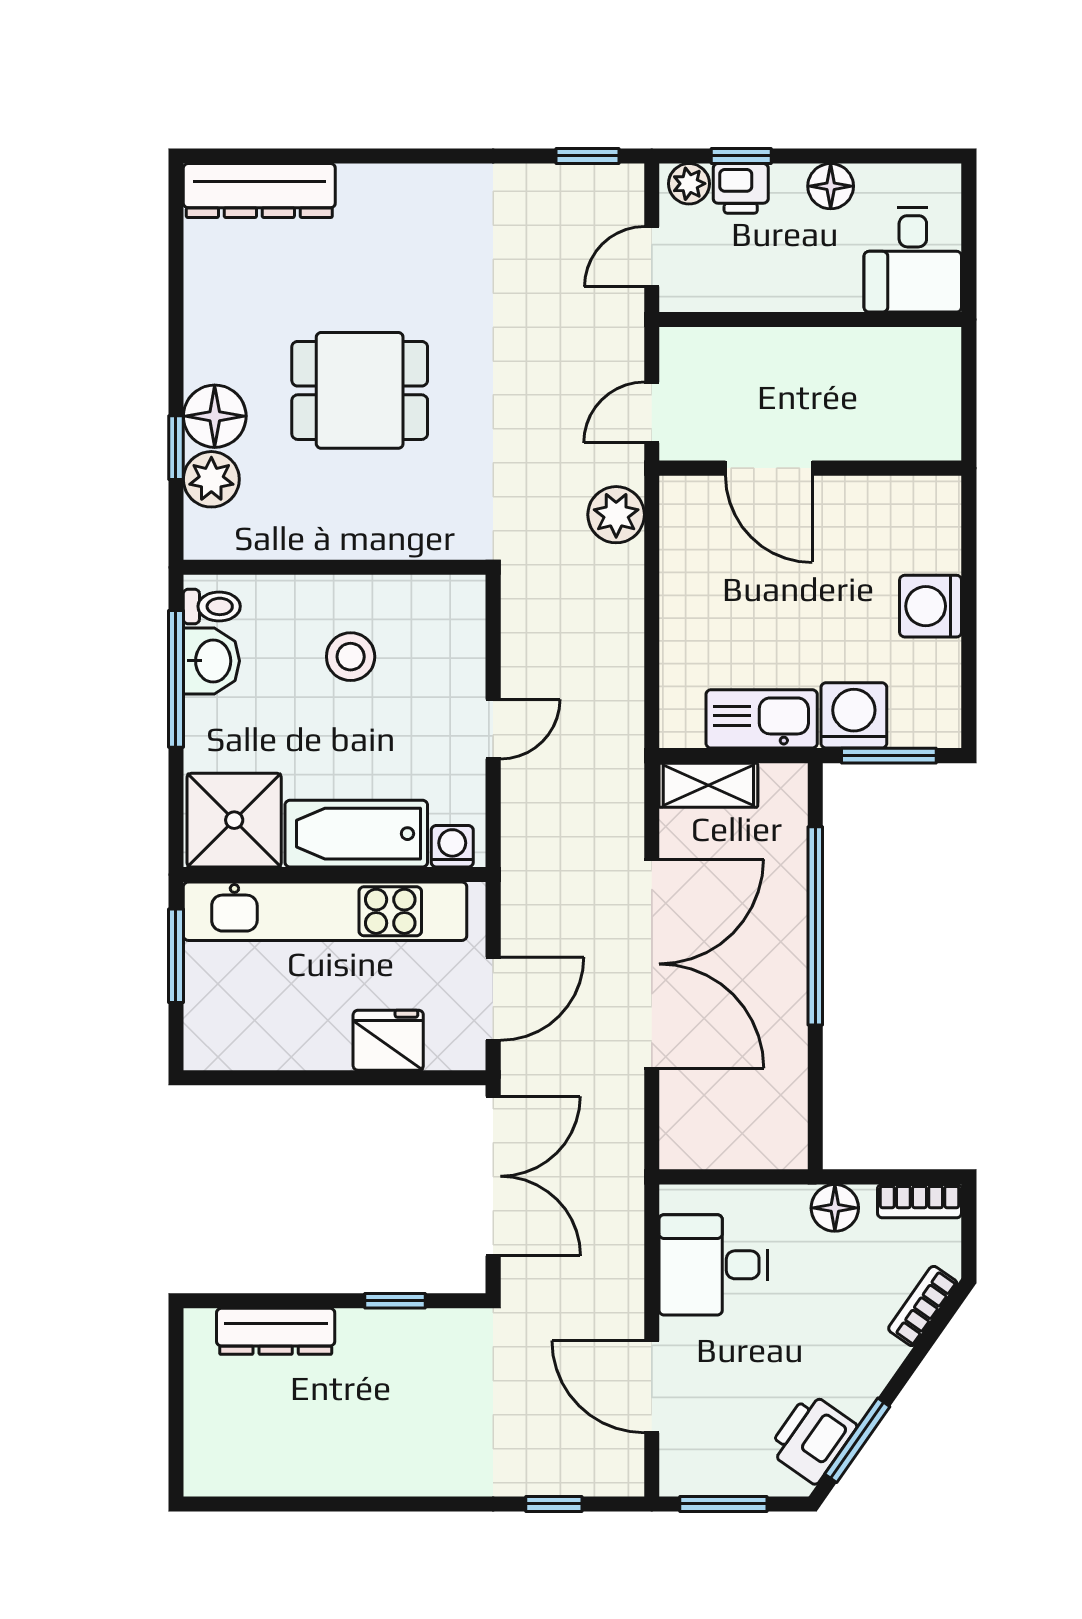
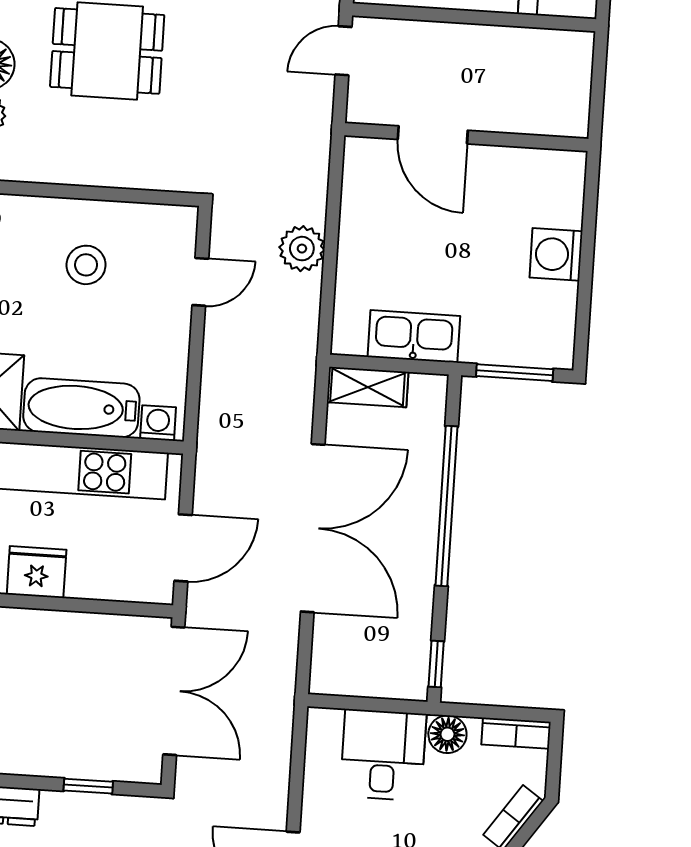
door: (652, 413) -> (344, 51), moved
plant: (616, 515) -> (302, 249), moved
washing machine: (854, 715) -> (488, 338), removed
door: (493, 729) -> (200, 282), moved
fridge: (388, 1040) -> (37, 572), moved
window: (815, 1122) -> (436, 664), added
desk: (713, 1265) -> (383, 755), moved, turned 90

